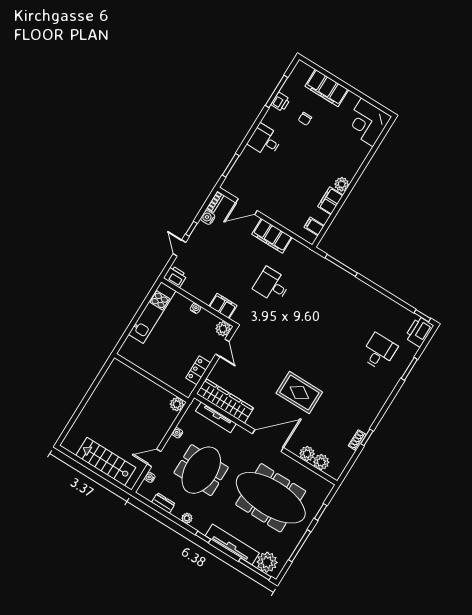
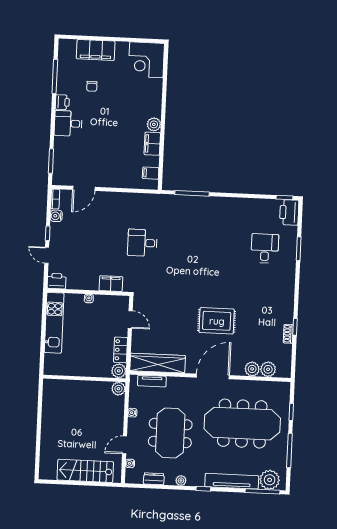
printer: (281, 102) -> (62, 102), moved
filing cabinet: (272, 236) -> (119, 201), removed
plant: (223, 329) -> (119, 371), moved
tv unit: (216, 417) -> (152, 381), width x0.71

